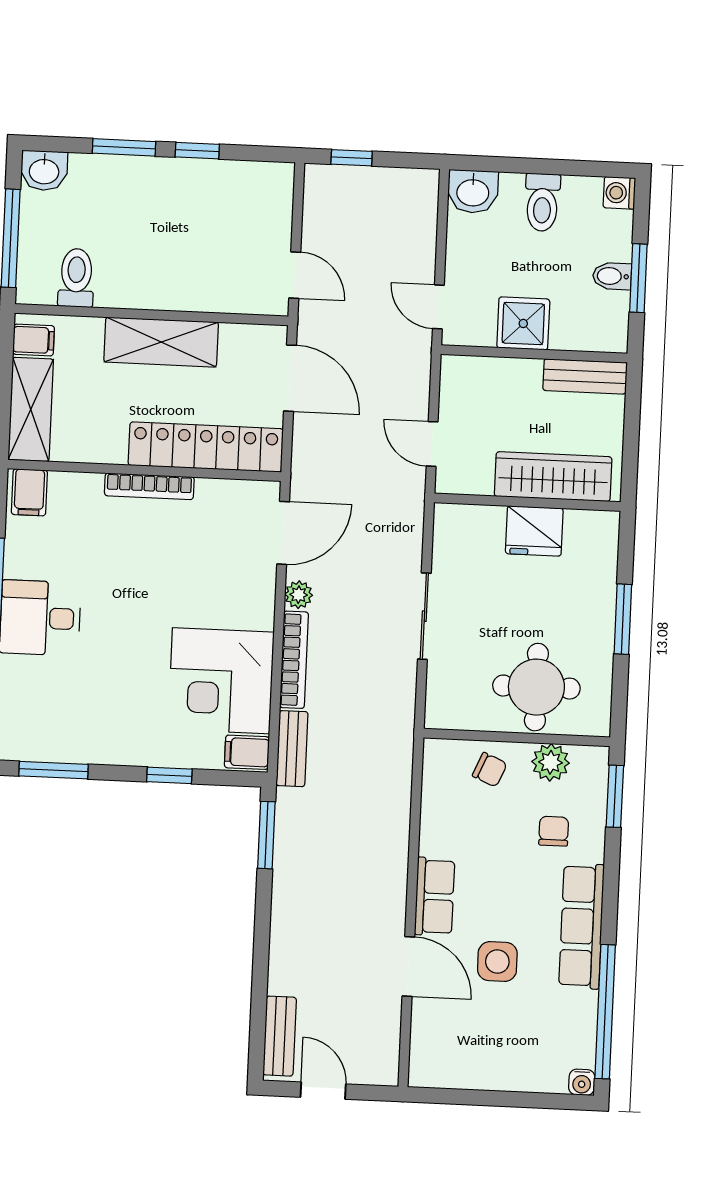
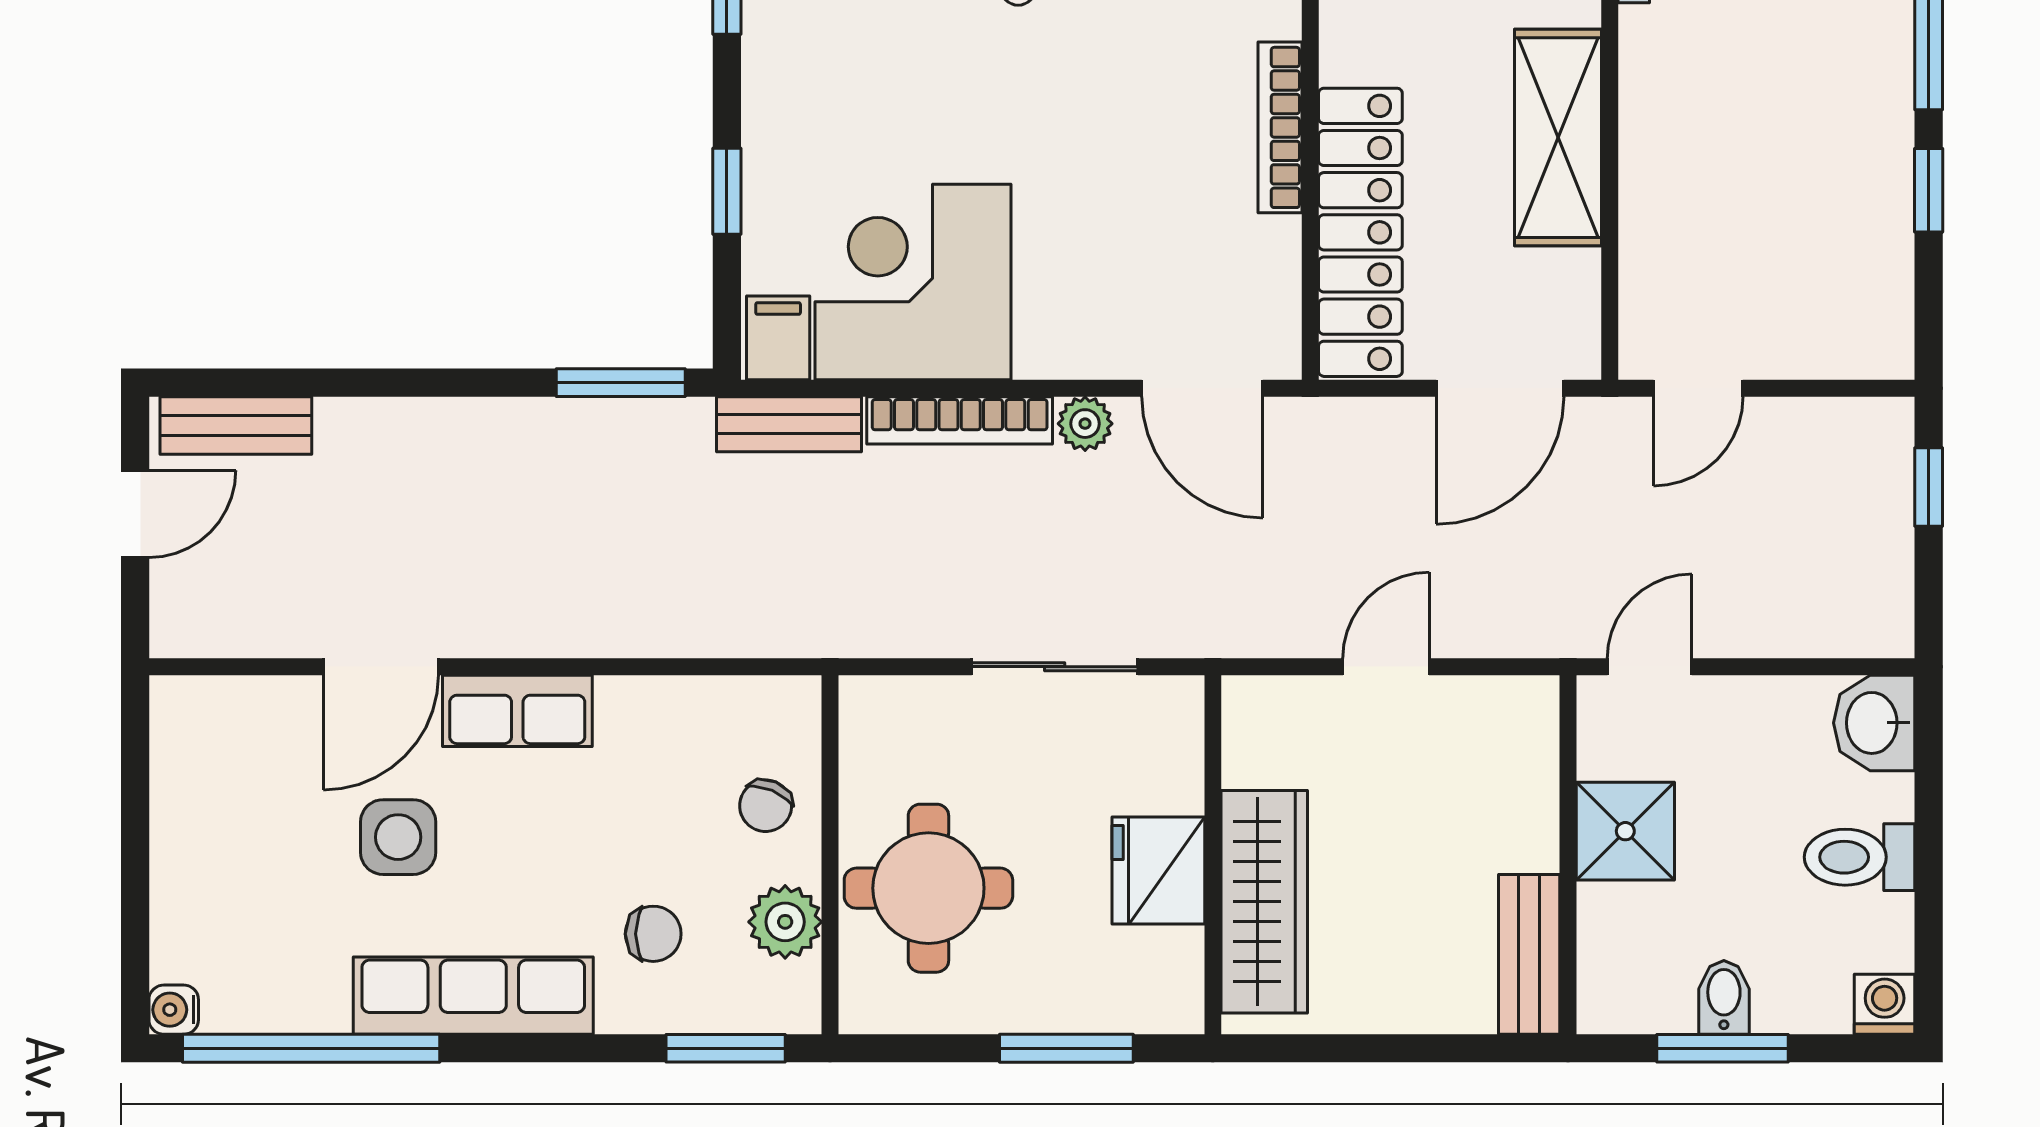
wardrobe: (553, 477) -> (1264, 902), moved
wall: (527, 502) -> (1213, 855), moved
fridge: (534, 531) -> (1158, 870), moved

